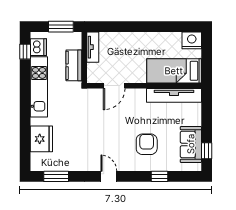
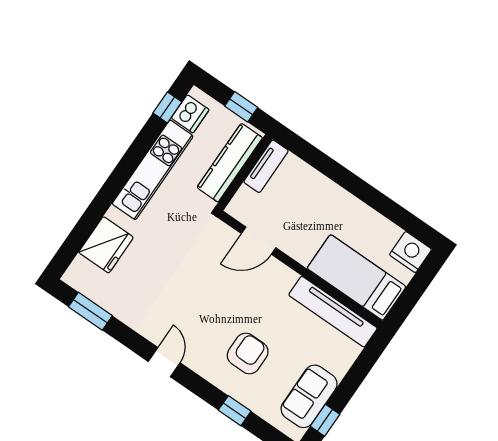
window: (61, 27) -> (241, 107), width x0.67
kitchen counter: (74, 65) -> (230, 163), width x1.50

